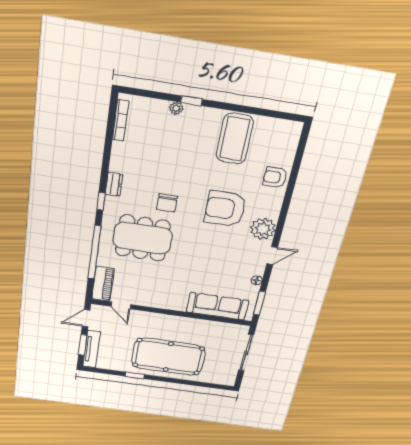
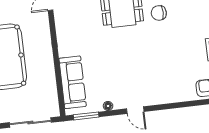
armchair: (225, 209) -> (167, 59), removed
plant: (263, 229) -> (158, 94), removed

